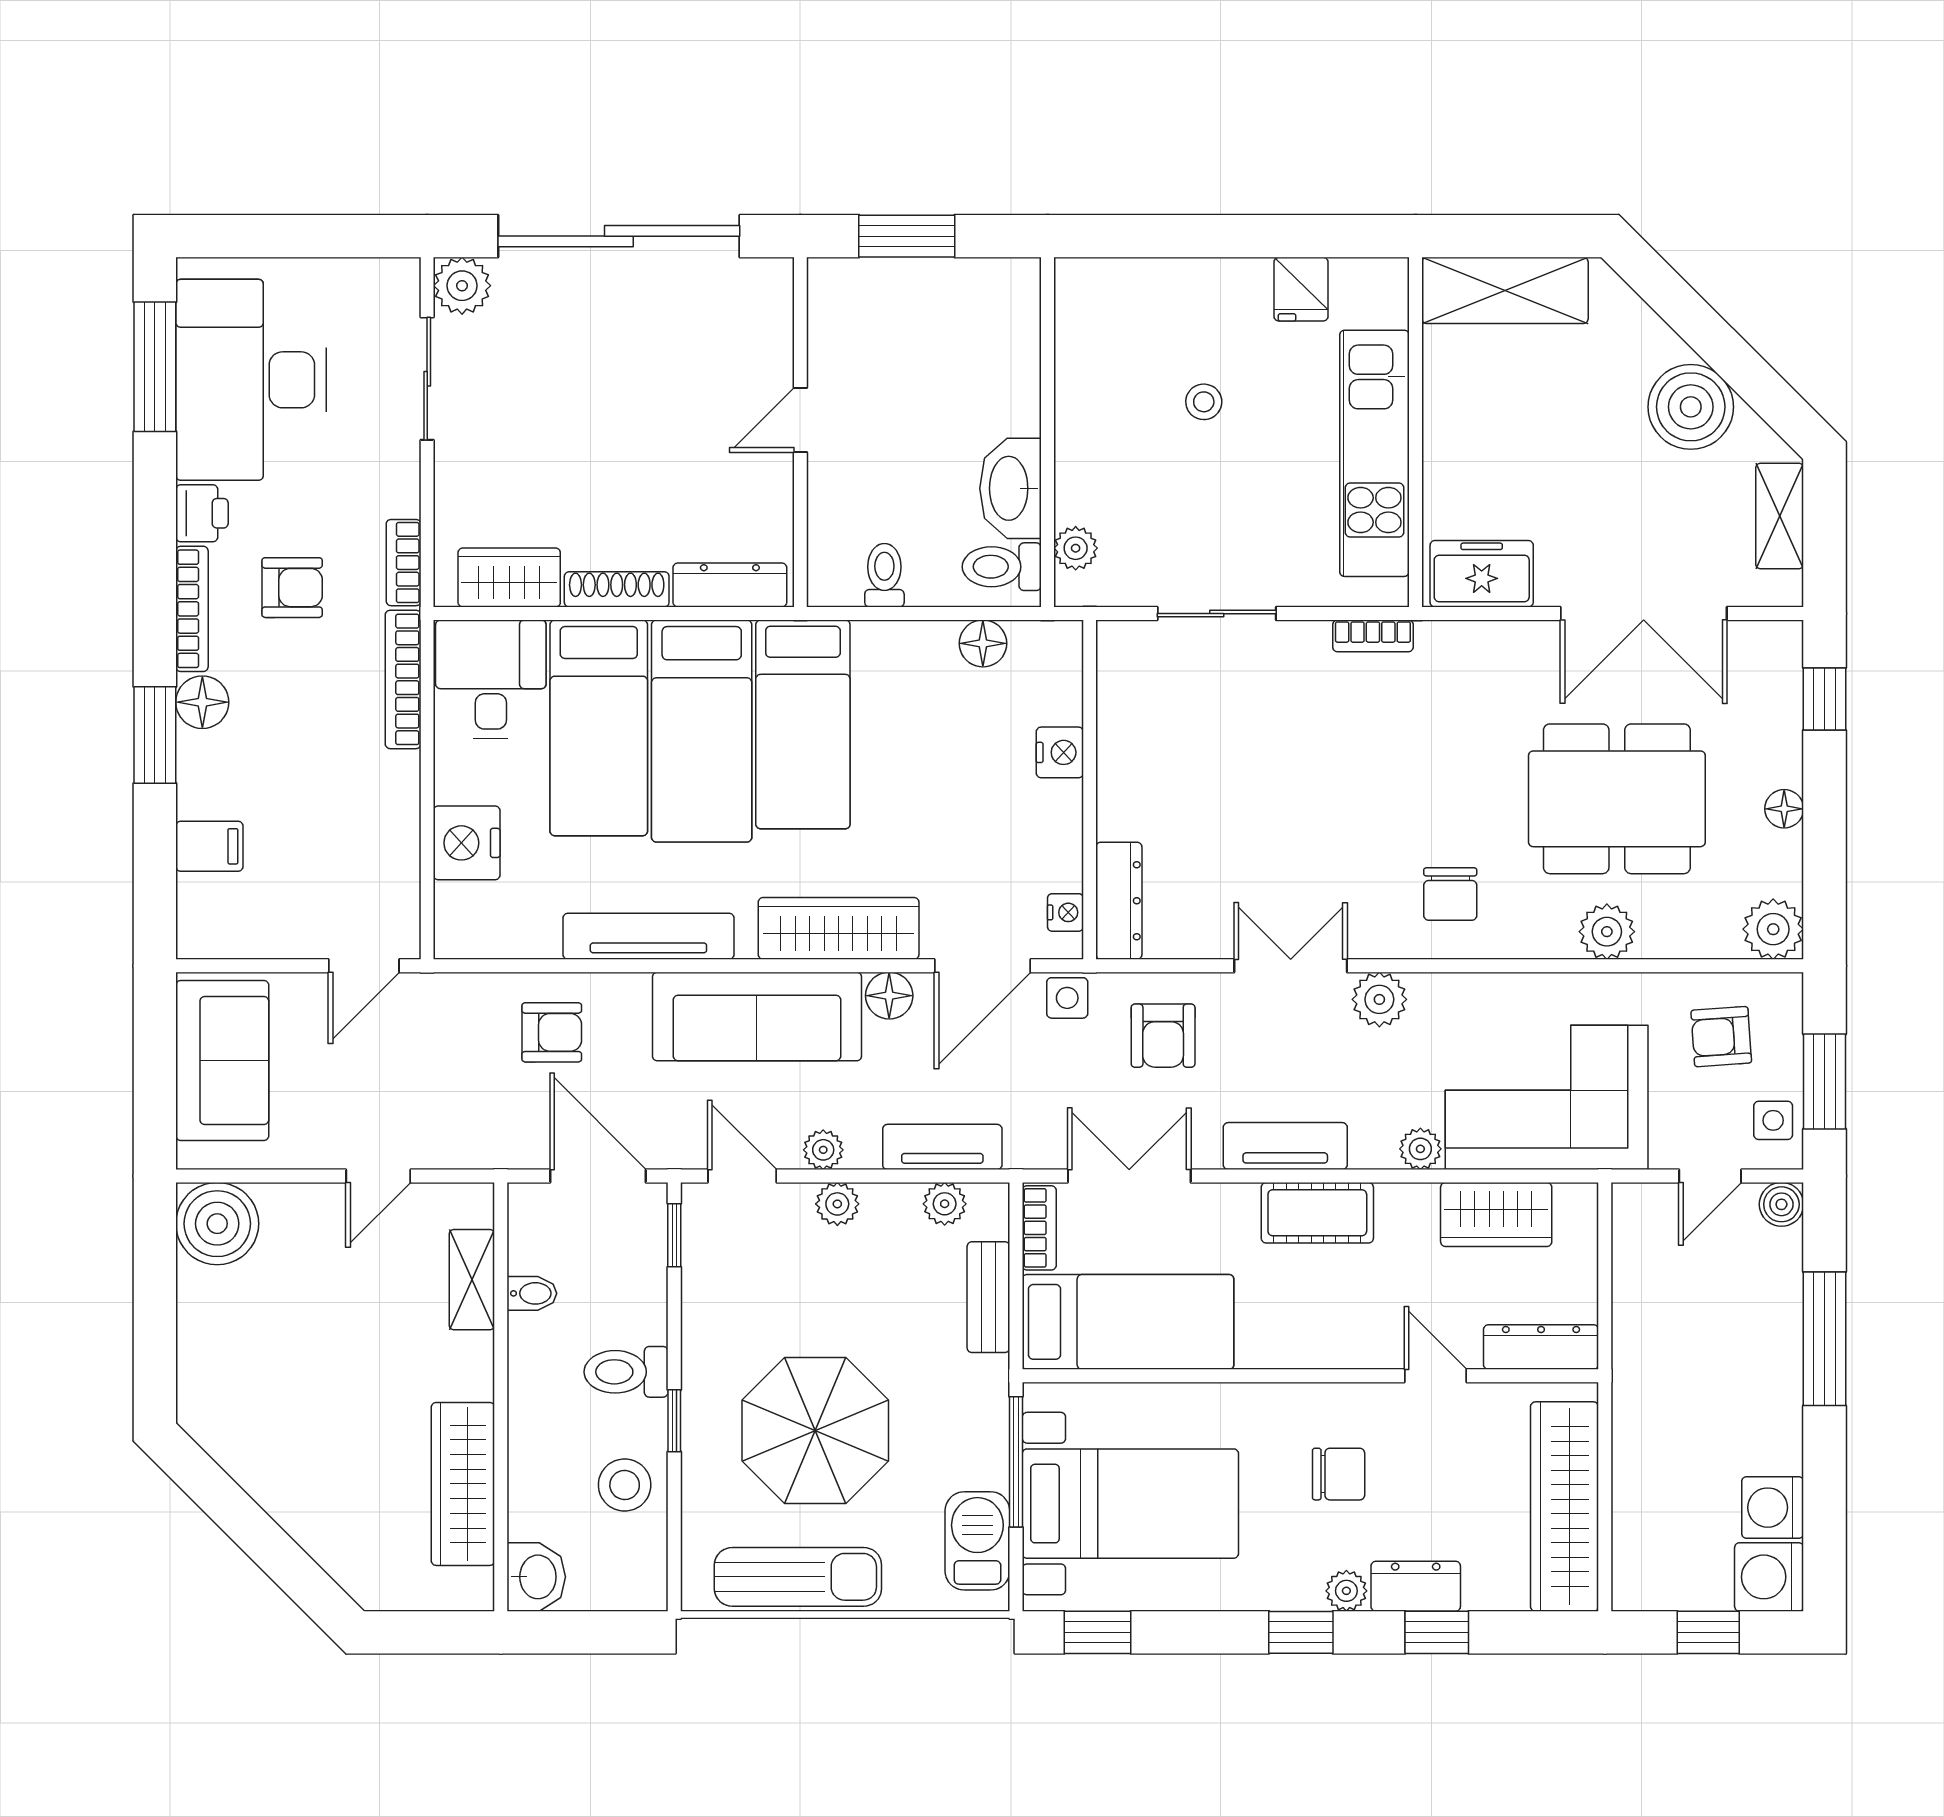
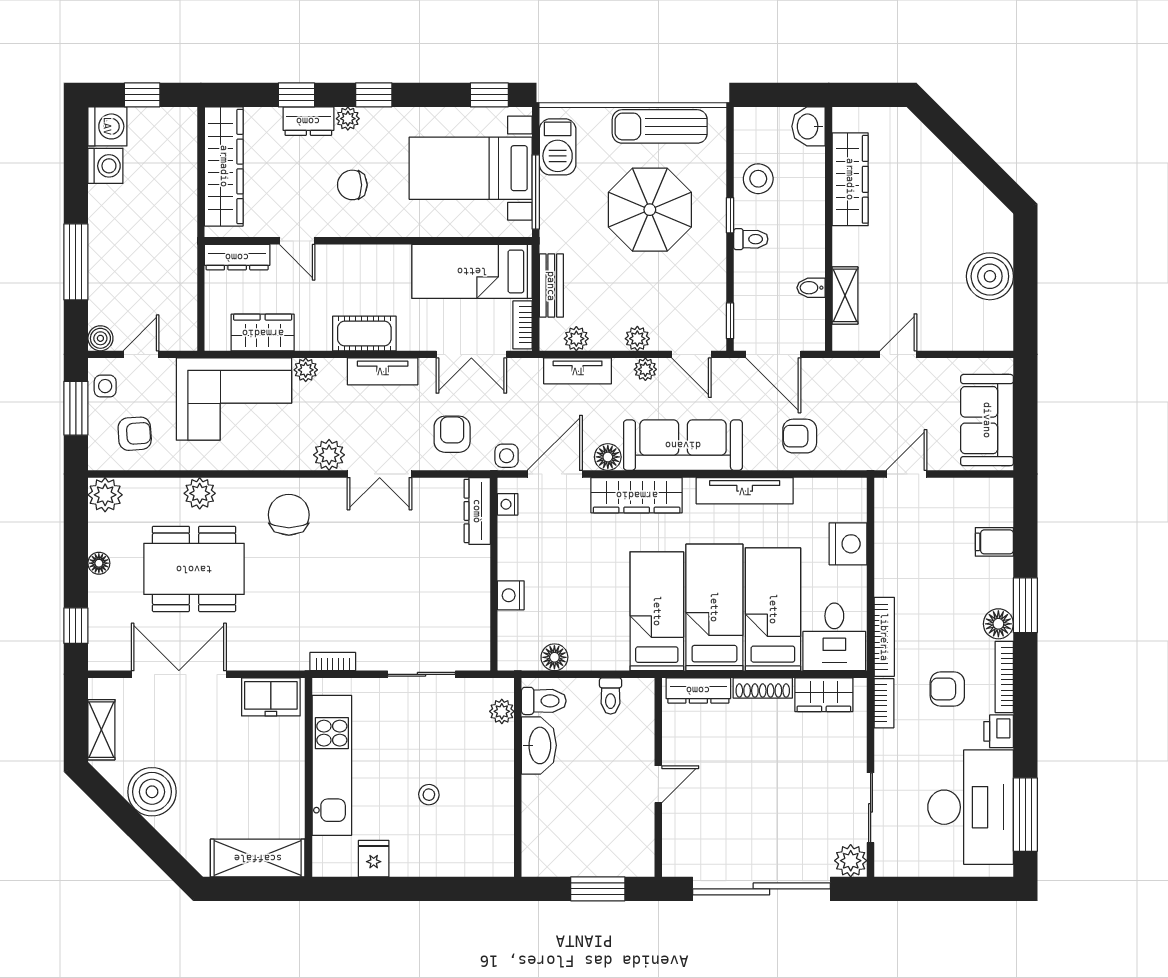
chair: (1450, 894) -> (289, 515), width x1.37, depth x1.37
boiler: (217, 1224) -> (990, 276), moved
toilet: (626, 1372) -> (751, 239), width x0.73, depth x0.72

